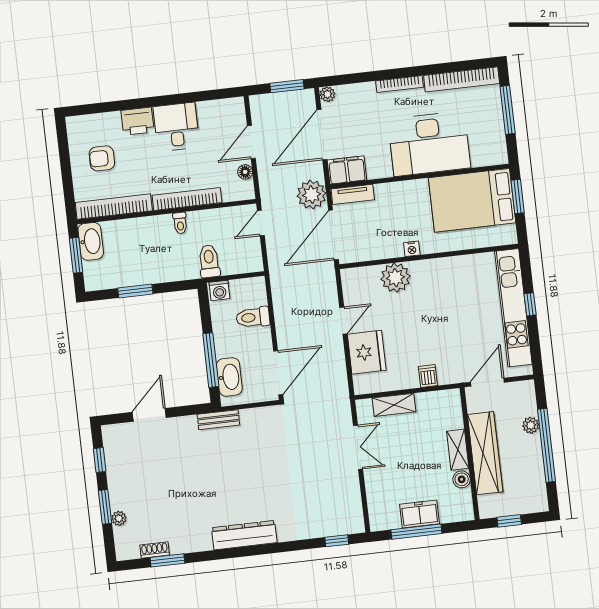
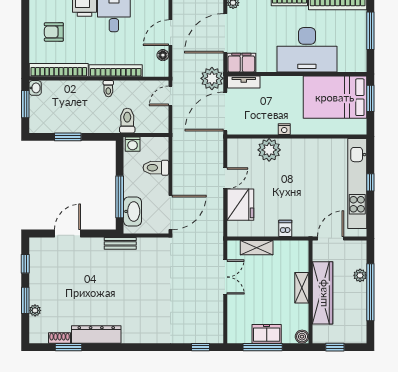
washbasin: (91, 241) -> (35, 88), width x0.52, depth x0.69
boiler: (462, 479) -> (302, 337), moved
dresser: (244, 535) -> (96, 334), moved

